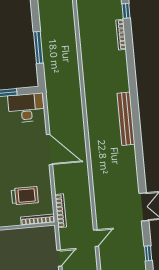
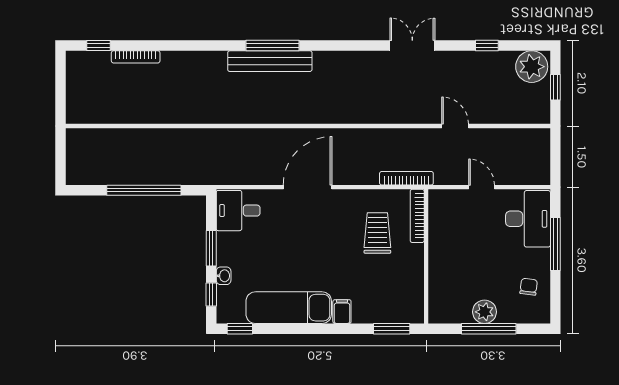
window: (38, 47) -> (144, 190), width x1.46
desk: (26, 108) -> (238, 211), width x0.73
window: (136, 119) -> (272, 46), added

